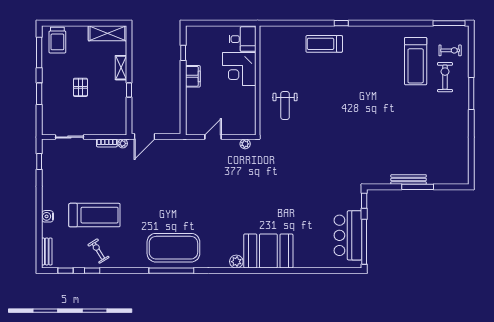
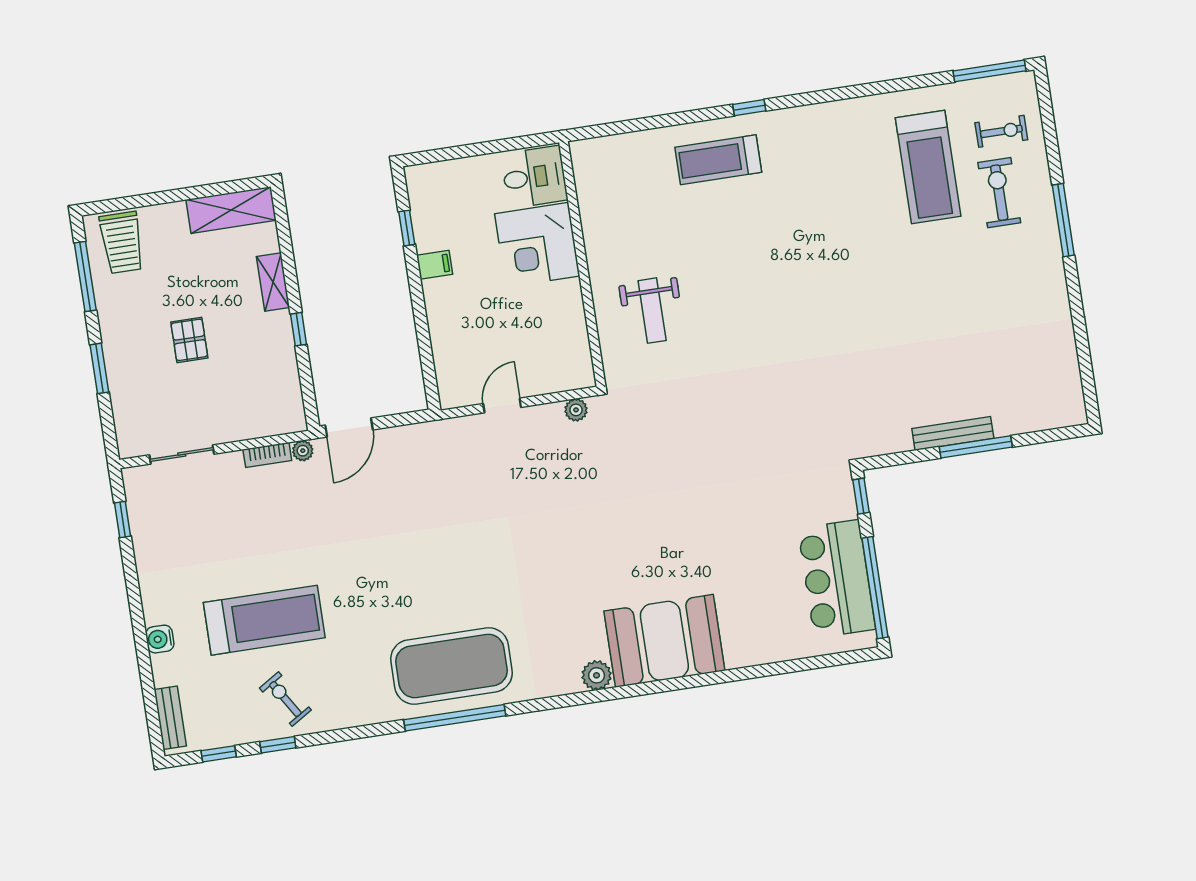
filing cabinet: (193, 76) -> (435, 265), width x0.50

